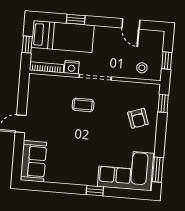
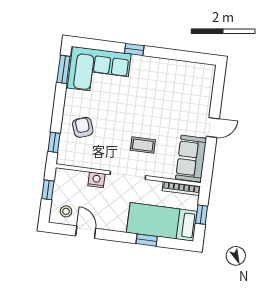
nightstand: (72, 67) -> (96, 180), moved
stool: (142, 68) -> (66, 211), moved
sofa: (33, 161) -> (191, 159), moved

